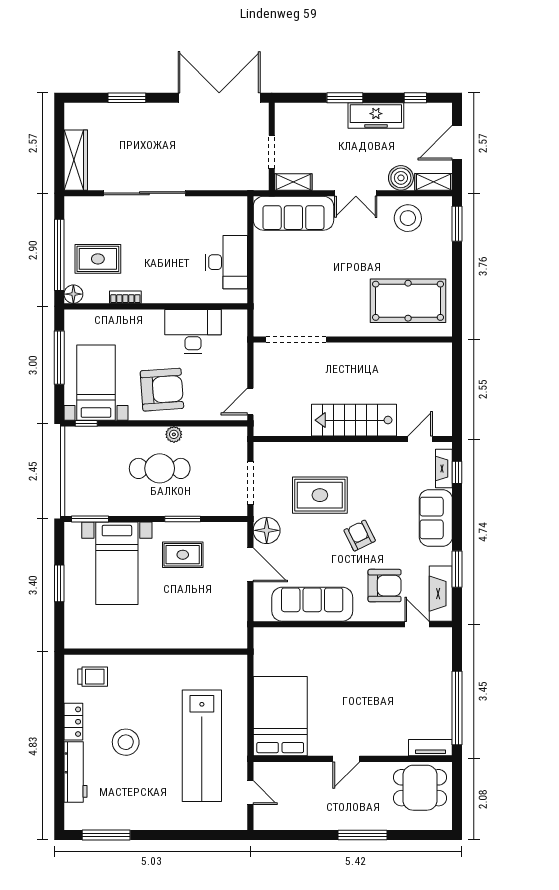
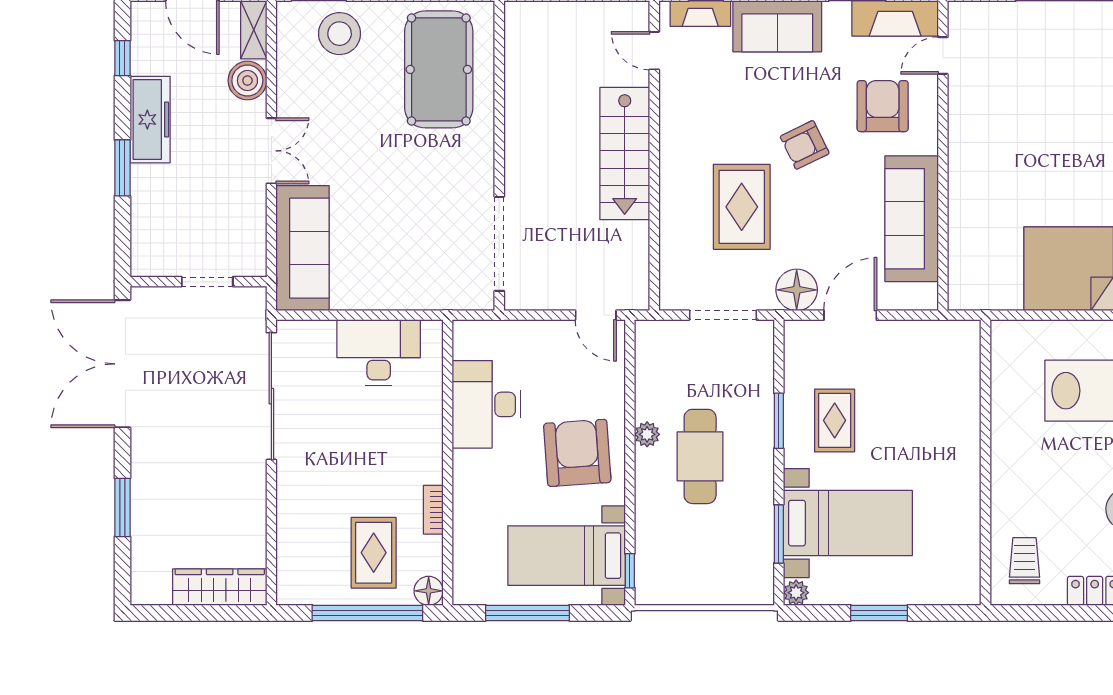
shelving: (293, 182) -> (254, 248), removed
sliding door: (144, 193) -> (271, 396), moved
stool: (408, 218) -> (340, 34), moved
window: (90, 519) -> (779, 534), moved
plant: (72, 530) -> (796, 593), added

